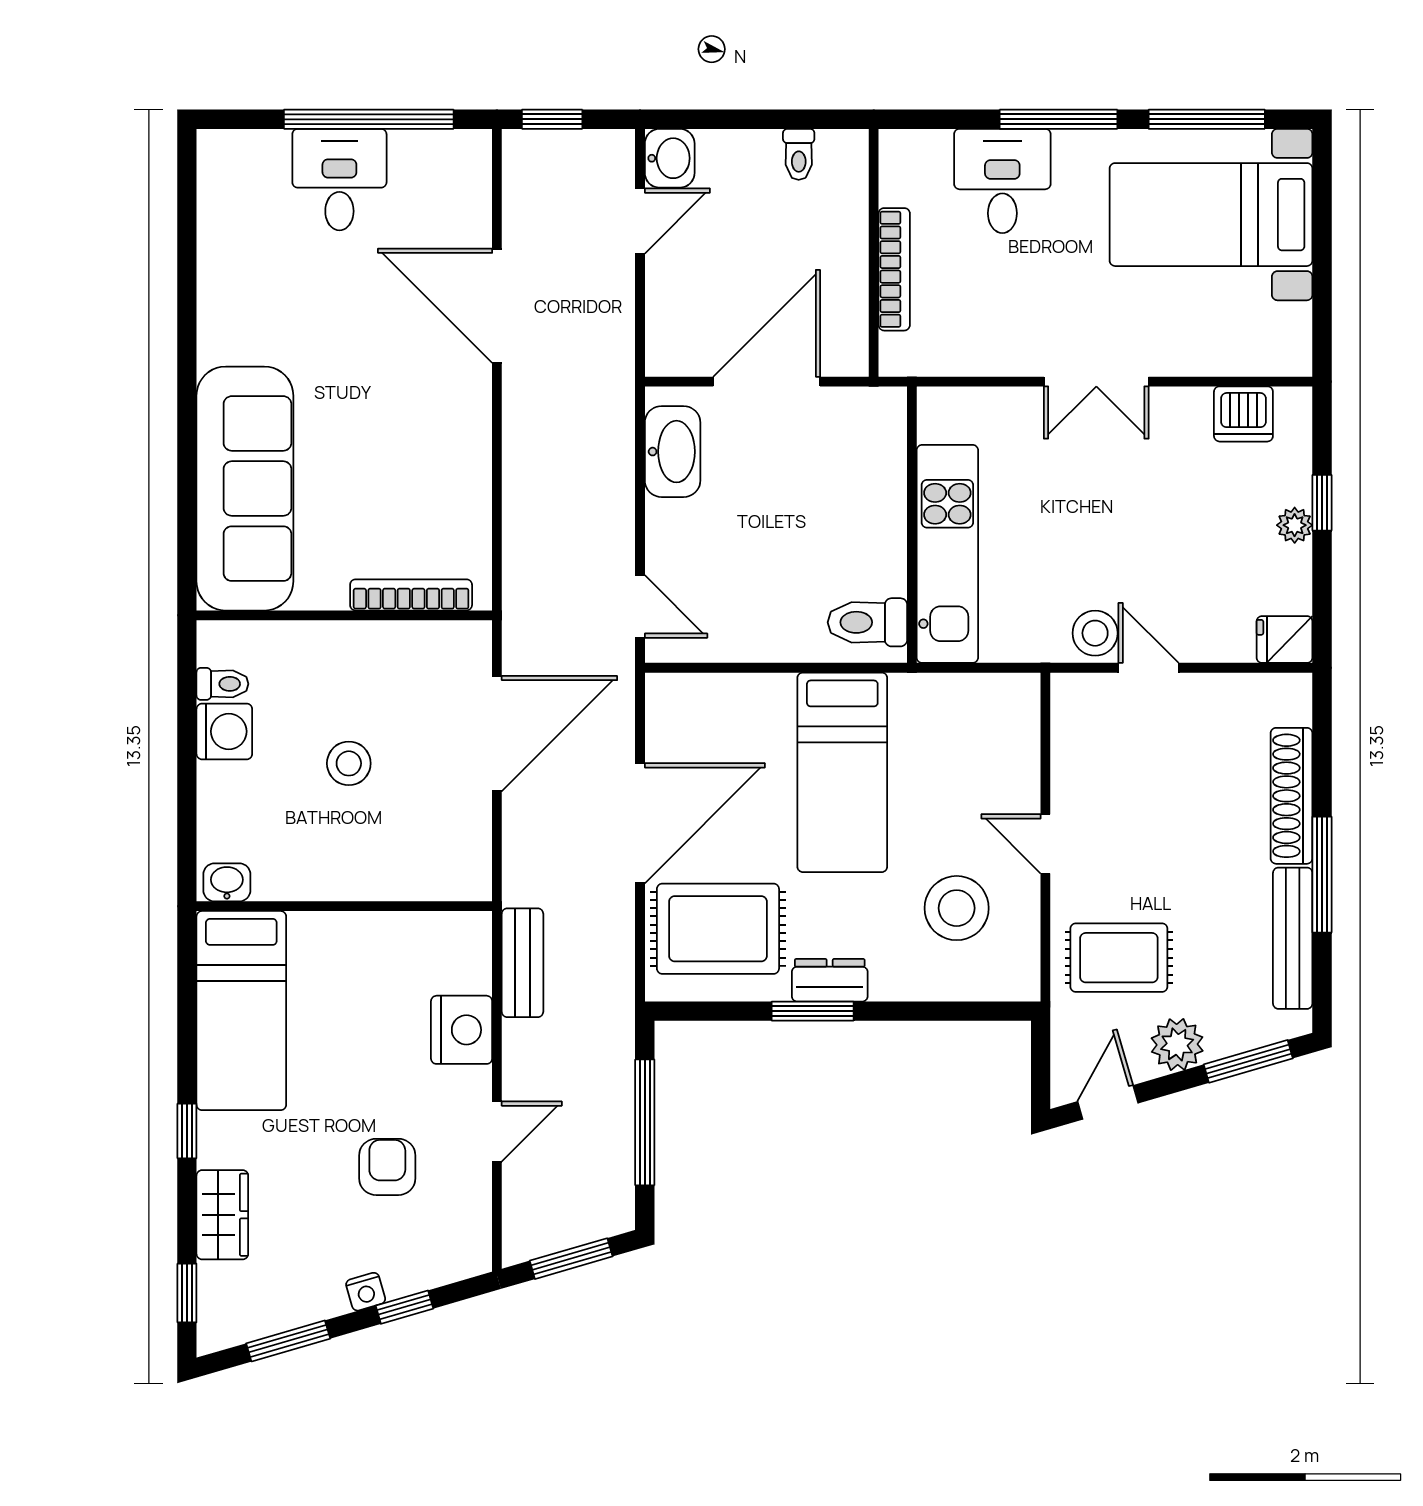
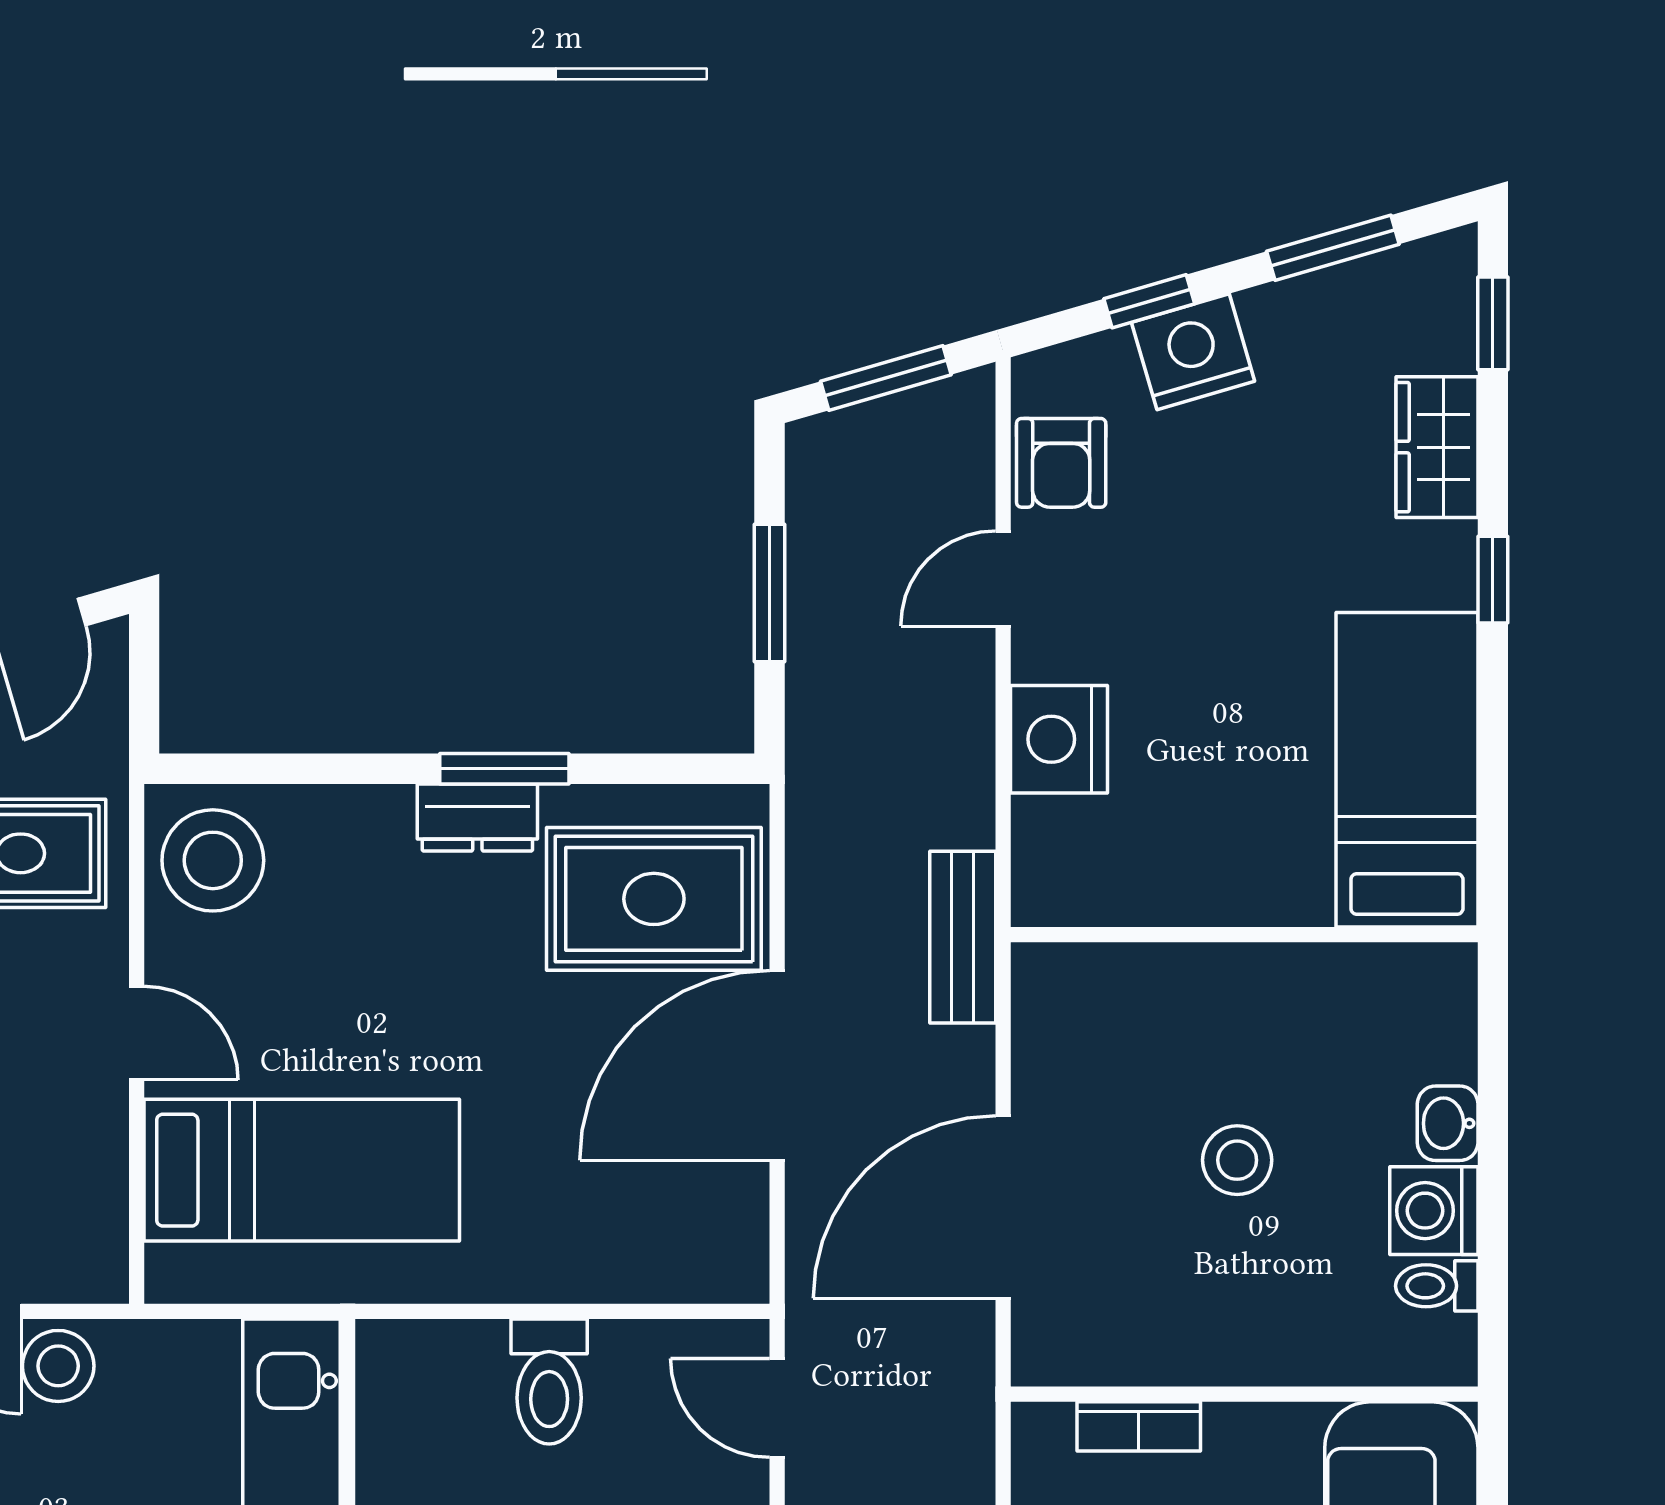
bookcase: (411, 595) -> (1139, 1426), width x0.64
toilet: (867, 622) -> (549, 1382), moved, turned 90
bed: (842, 772) -> (302, 1170), moved, turned 90
washbasin: (227, 882) -> (1448, 1123), moved, turned 90
stool: (957, 908) -> (213, 860), moved
bench: (522, 963) -> (963, 937), moved
window: (645, 1122) -> (770, 593), width x0.69
armchair: (387, 1167) -> (1061, 463), moved
nightstand: (366, 1292) -> (1193, 352), width x1.89, depth x1.79

